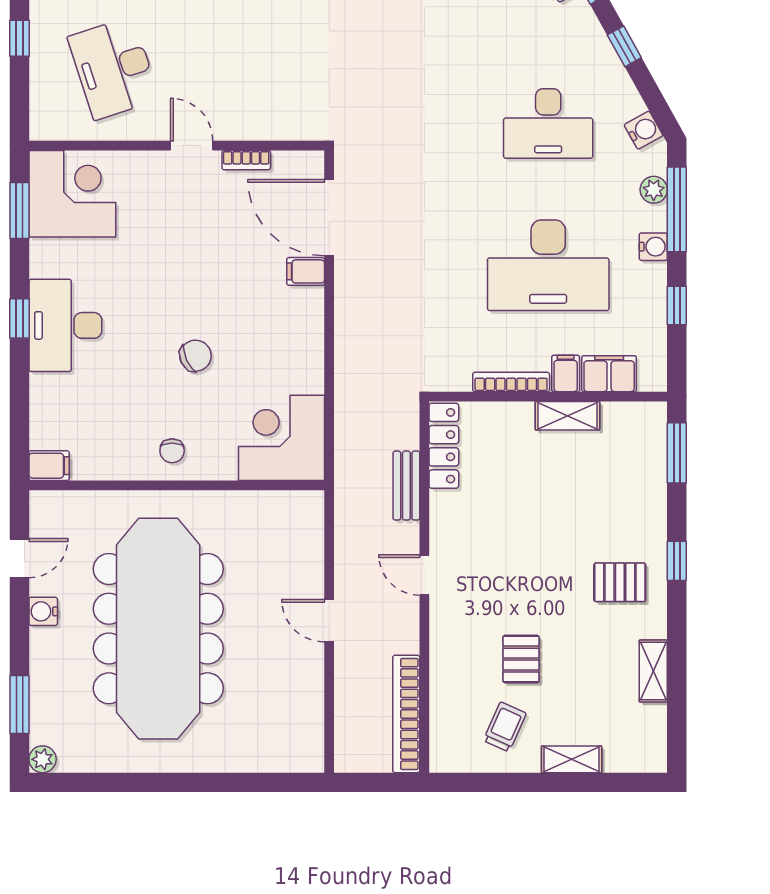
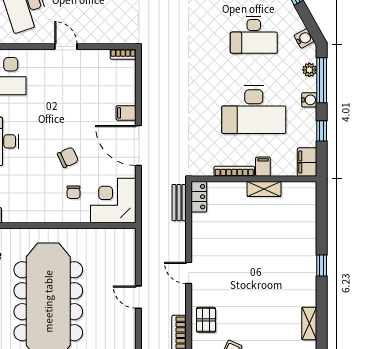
bookcase: (246, 160) -> (123, 54), moved
door: (329, 218) -> (138, 146), moved
filing cabinet: (609, 374) -> (307, 162), moved, turned -90
locker: (444, 446) -> (199, 197), width x0.66
chair: (172, 451) -> (73, 192), moved
window: (677, 453) -> (322, 209), removed
bench: (406, 486) -> (179, 203), moved
pallet: (620, 582) -> (292, 277), removed
pallet: (521, 659) -> (206, 320), moved

